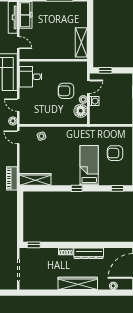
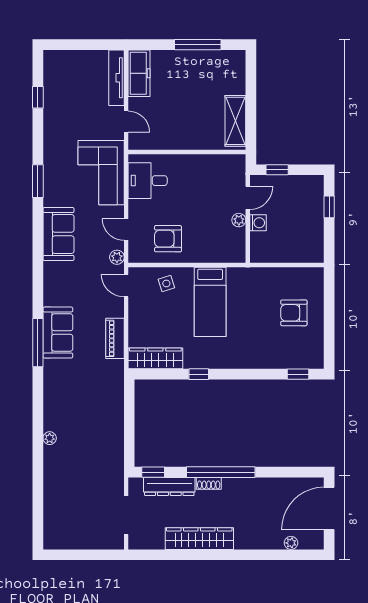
armchair: (66, 91) -> (168, 239), moved
floor lamp: (81, 111) -> (234, 240), removed
bed: (89, 165) -> (210, 302), moved, turned 180
piano: (12, 178) -> (115, 338), moved
window: (77, 188) -> (199, 374), moved
window: (73, 245) -> (221, 472), added
dresser: (89, 253) -> (169, 486), moved
wardrobe: (78, 283) -> (199, 539), moved

